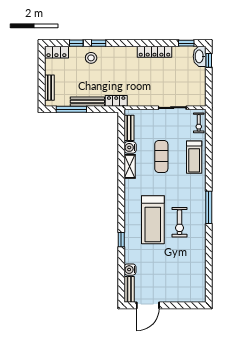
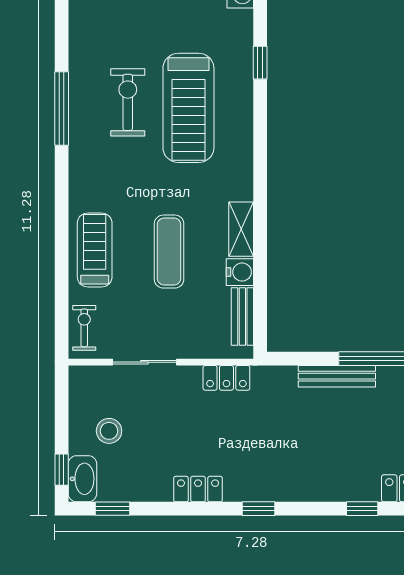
window: (99, 43) -> (258, 509), moved
locker: (155, 52) -> (198, 489), width x0.66
stool: (91, 58) -> (109, 431), moved
locker: (116, 101) -> (226, 378), moved
window: (209, 207) -> (62, 108), moved
treadmill: (153, 220) -> (188, 108), turned 180

